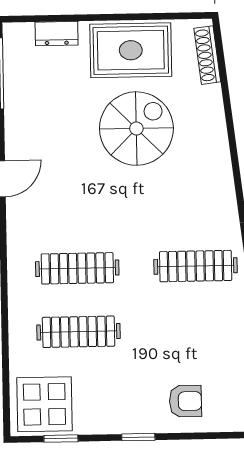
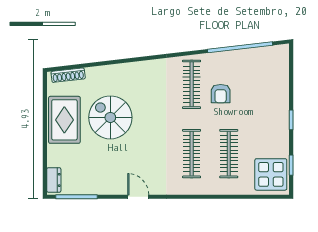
dresser: (57, 34) -> (54, 180), moved
armchair: (185, 401) -> (221, 94), moved, turned 180

